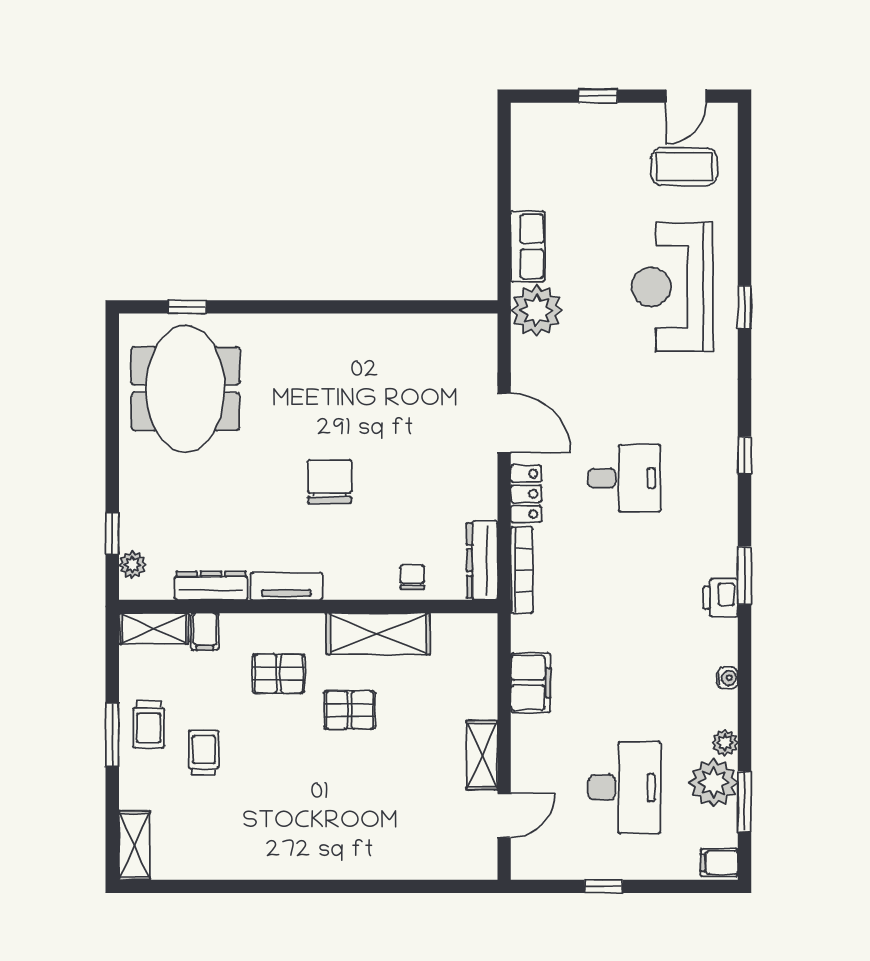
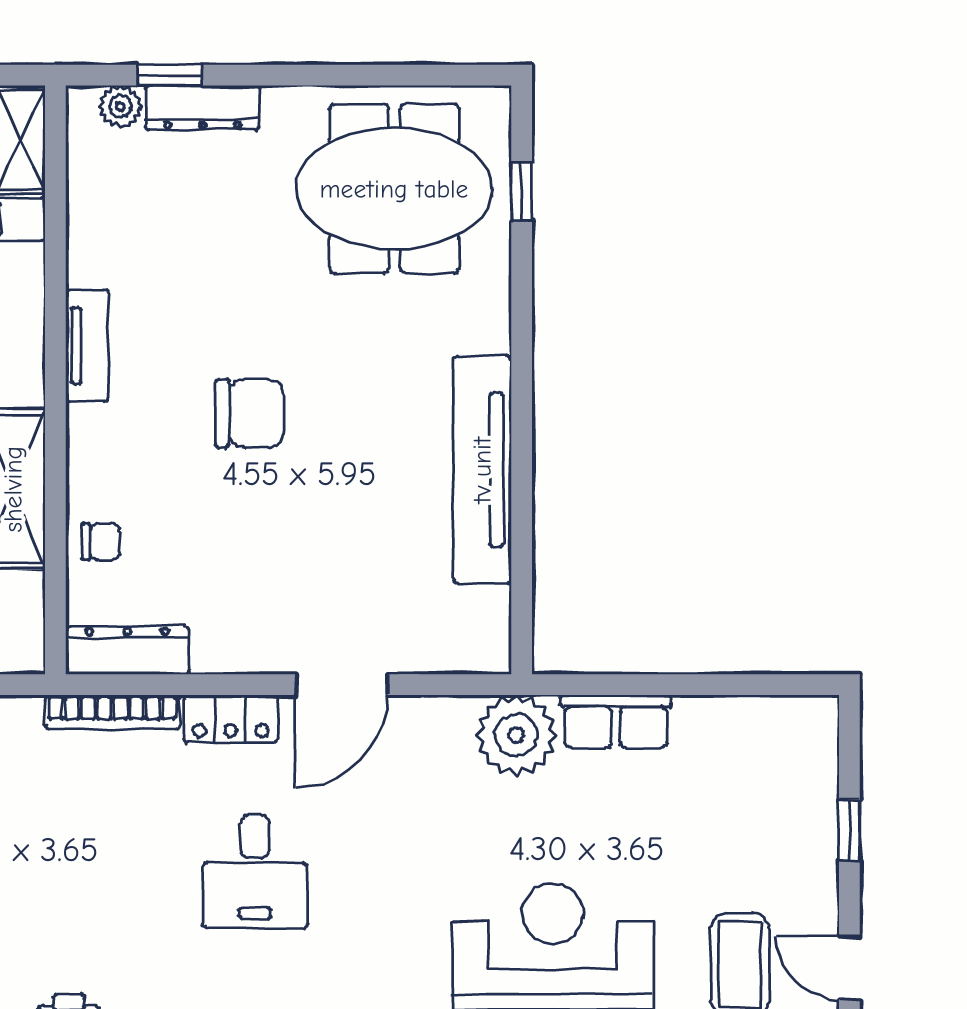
tv unit: (366, 332) -> (482, 470), added
dresser: (211, 586) -> (203, 108), moved, turned 90

